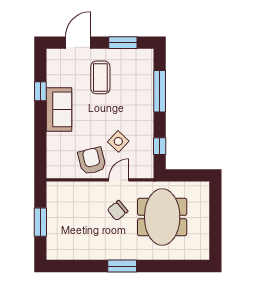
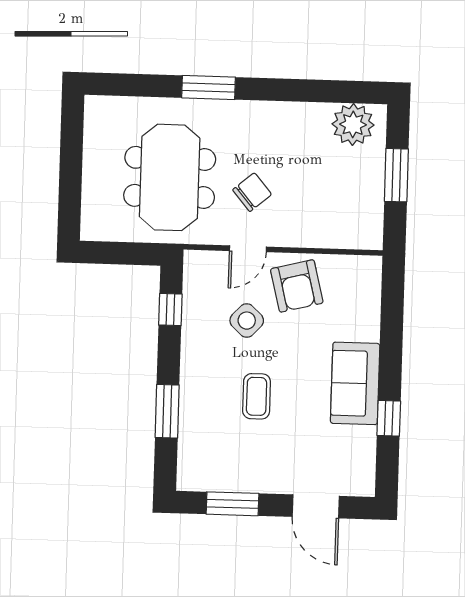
door: (78, 43) -> (316, 506), hinge flipped
coffee table: (100, 77) -> (257, 396), moved, width x0.73, depth x0.77
window: (160, 91) -> (167, 411), width x0.69
plant: (64, 249) -> (353, 124), added
window: (122, 266) -> (209, 87), moved

